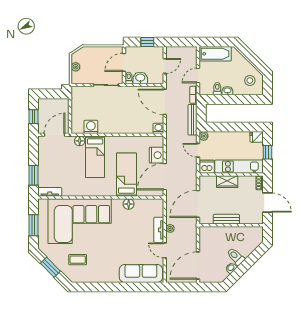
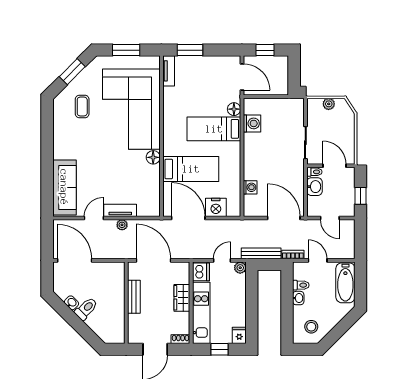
door: (165, 102) -> (284, 218), hinge flipped
washing machine: (158, 128) -> (250, 187), moved
floor lamp: (129, 204) -> (153, 157), moved

